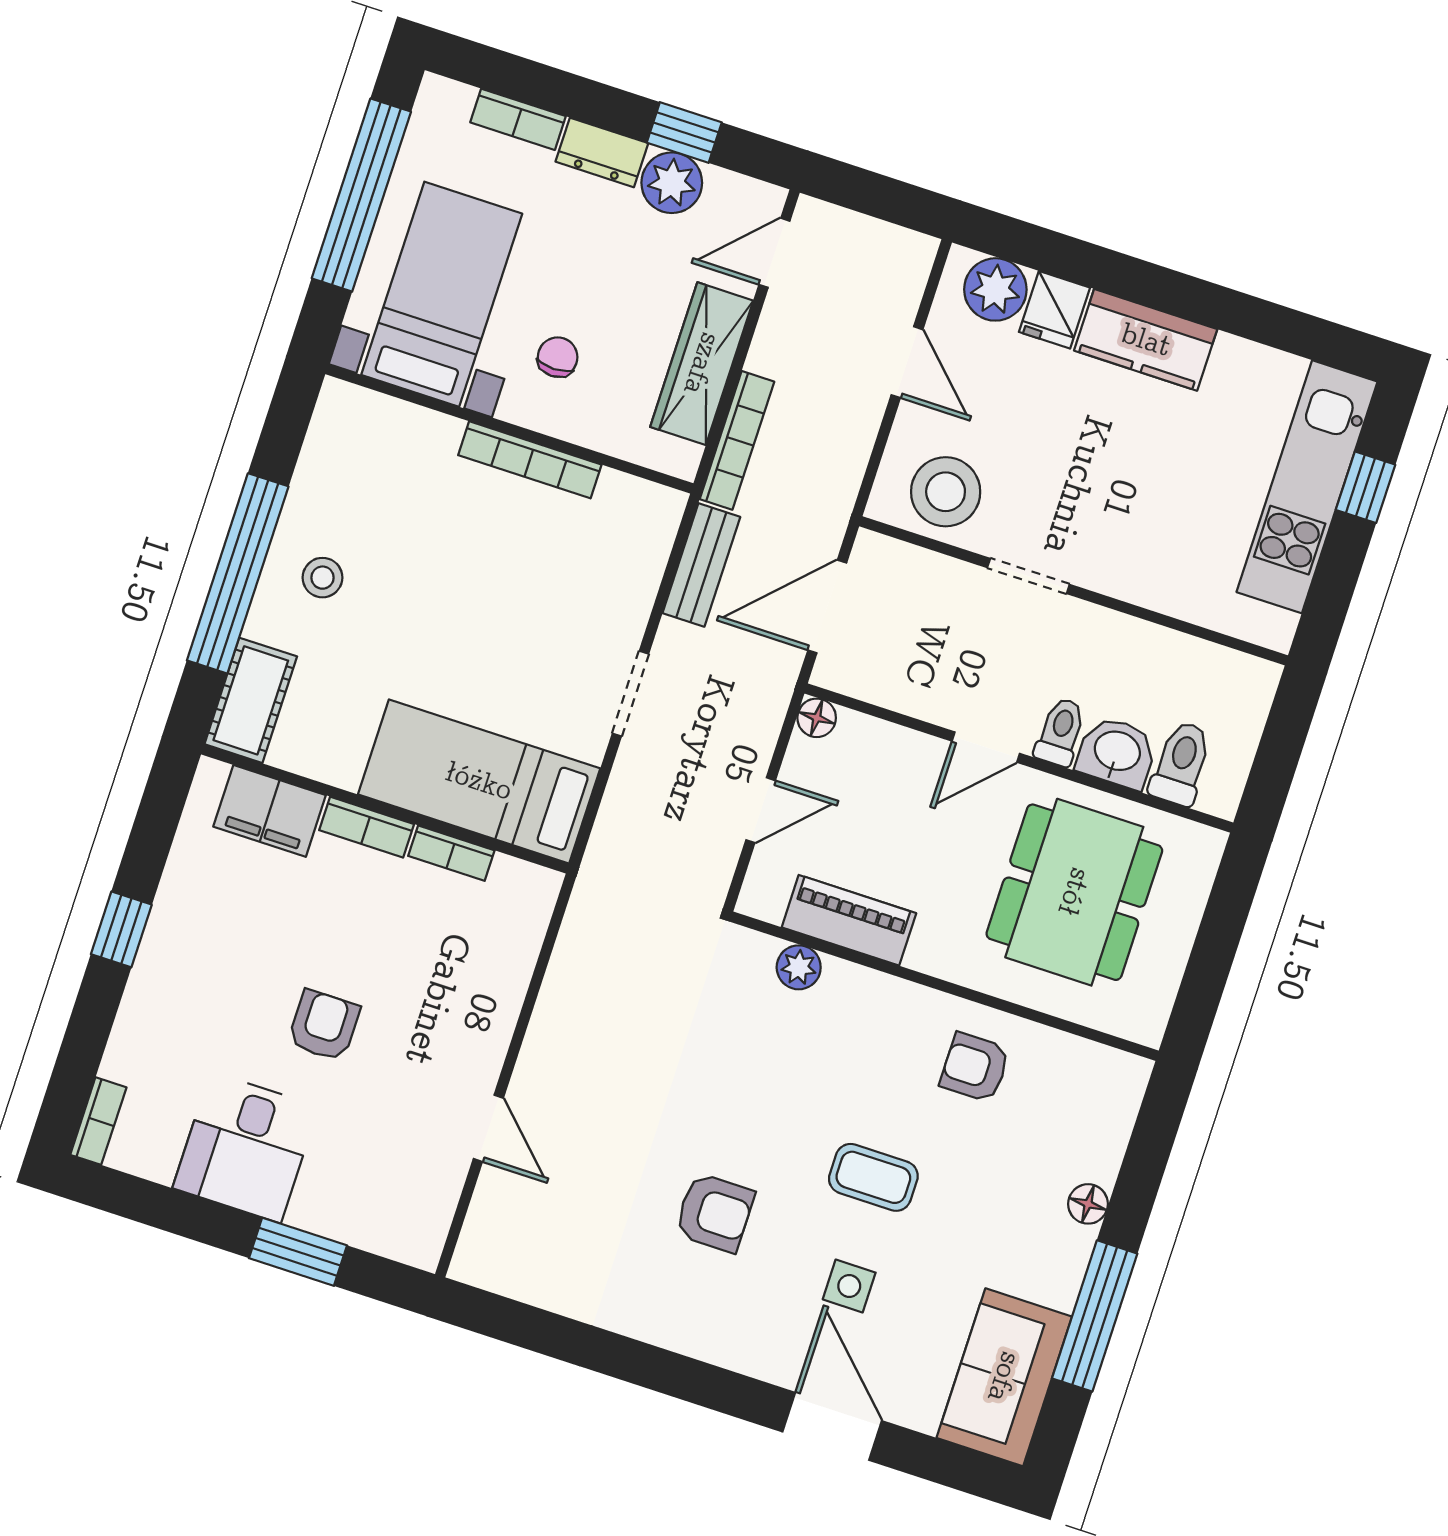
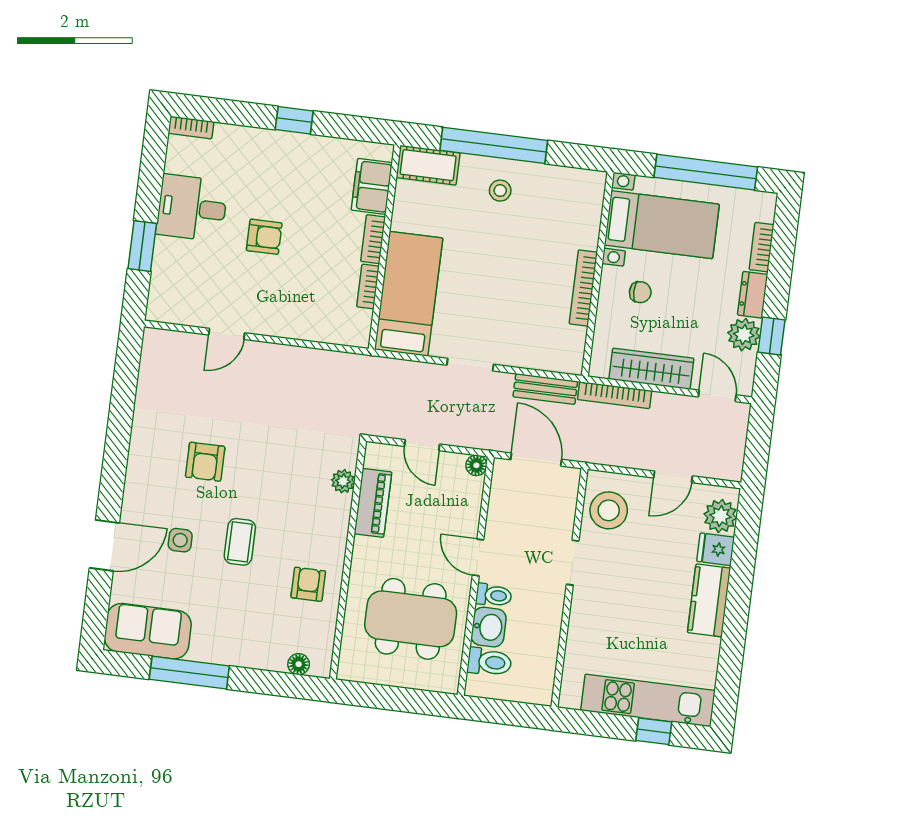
floor lamp: (1088, 1204) -> (299, 664), moved

